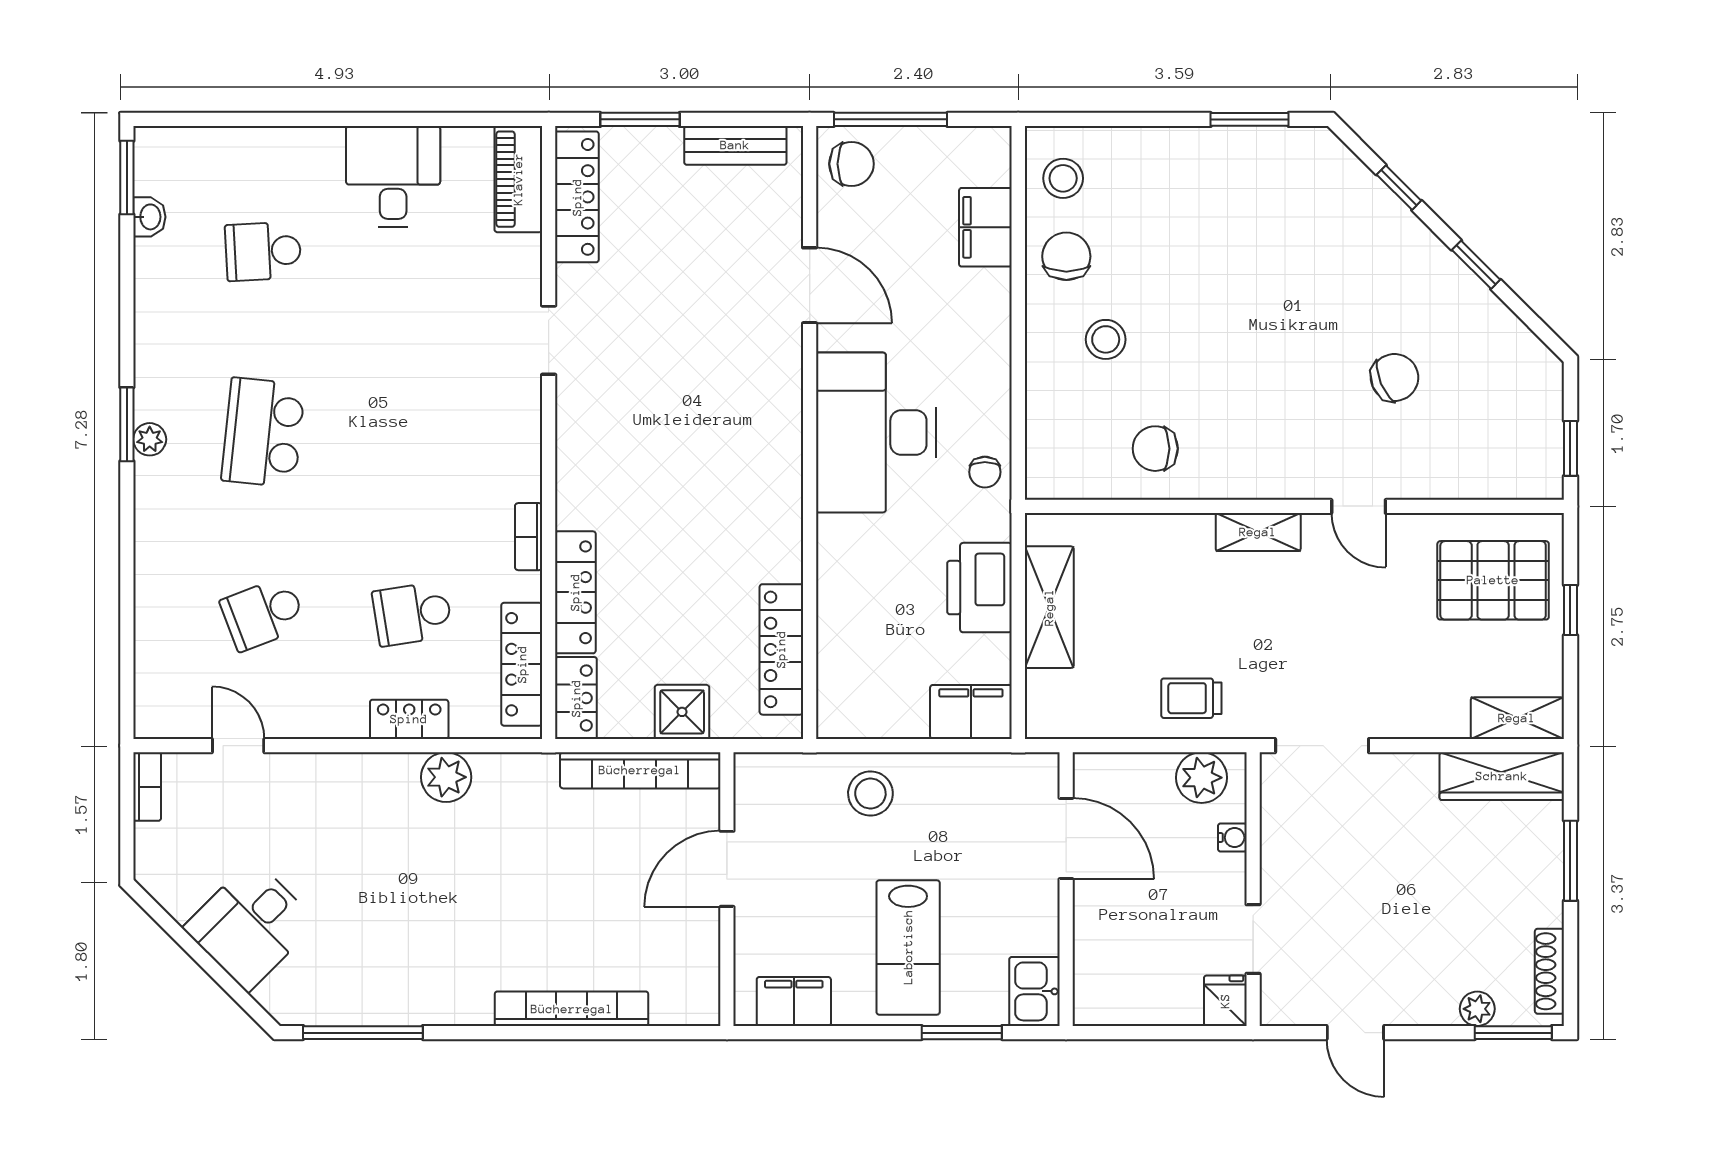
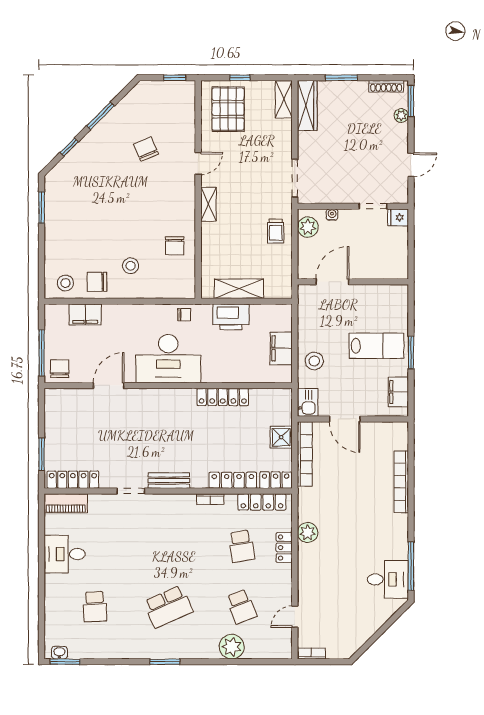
bench: (735, 145) -> (169, 481), moved, turned 90
washbasin: (149, 217) -> (59, 653), moved
window: (1476, 265) -> (100, 116), width x1.50
school desk: (263, 433) -> (168, 607), turned -30
plant: (150, 439) -> (232, 647), moved, width x1.88, depth x1.88
locker: (781, 649) -> (223, 397), moved
filing cabinet: (971, 712) -> (281, 348), moved
desk: (250, 925) -> (388, 579), moved, turned -45
kitchen sink: (1034, 991) -> (308, 402), moved, turned -90
window: (962, 1033) -> (411, 353), moved

